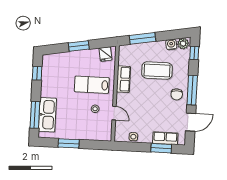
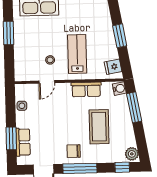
water cooler: (171, 45) -> (119, 89), moved

